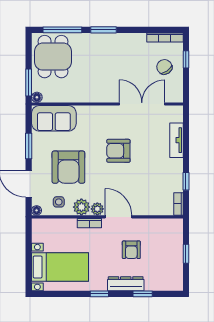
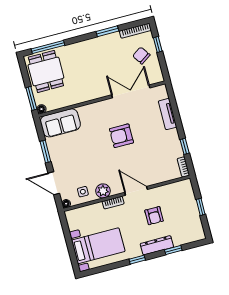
window: (103, 30) -> (107, 31), moved
armchair: (68, 167) -> (83, 160), removed
plant: (97, 209) -> (117, 189), removed

